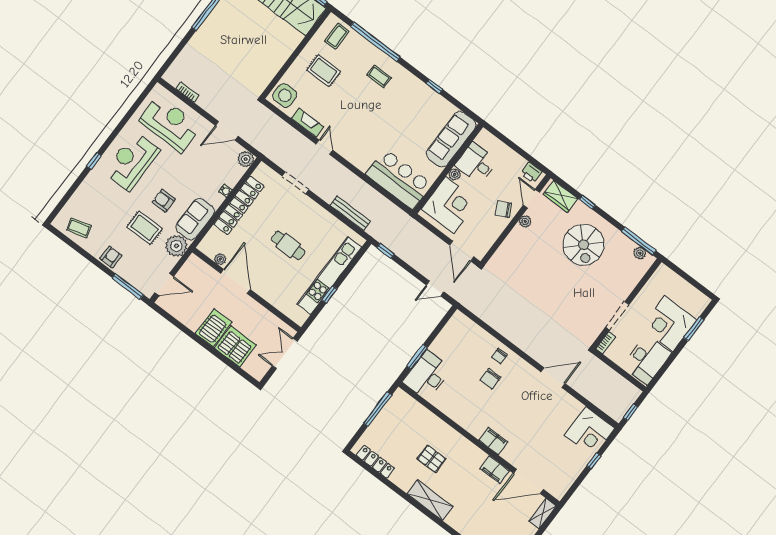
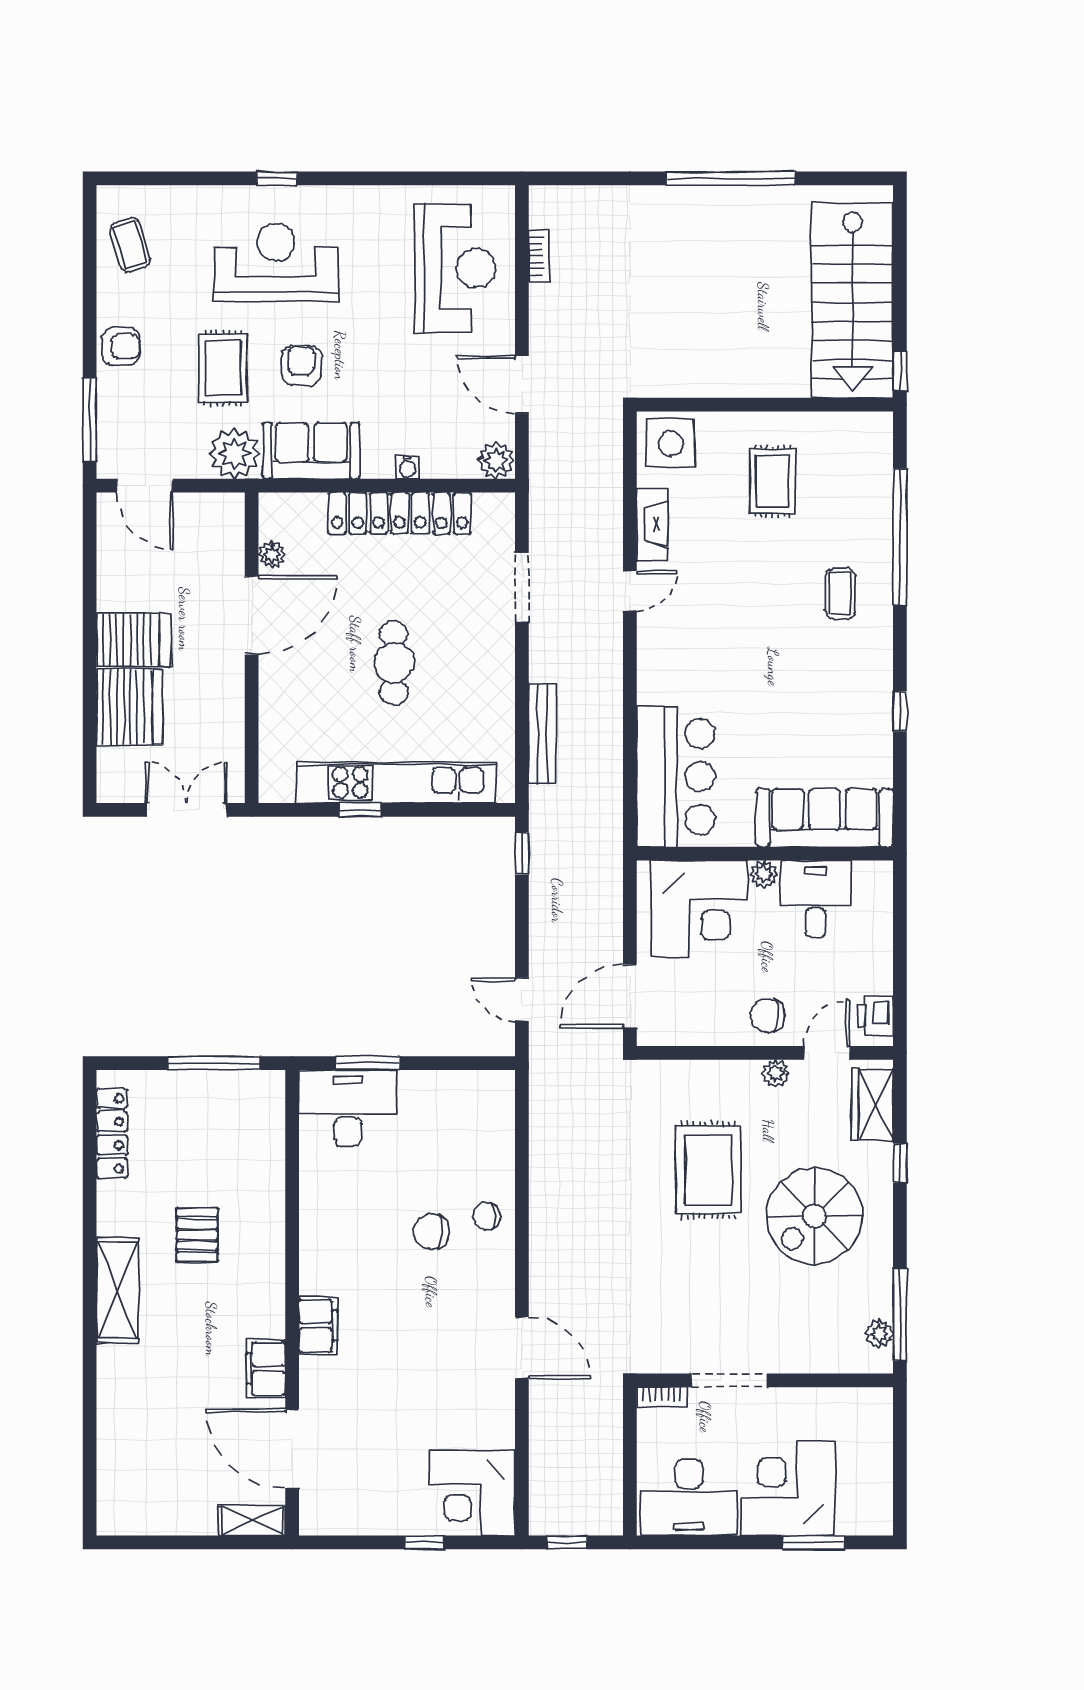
coffee table: (337, 36) -> (856, 457), removed
reception desk: (132, 161) -> (276, 263), moved
chair: (503, 209) -> (768, 1015), turned -63
rug: (541, 269) -> (708, 1170), added

